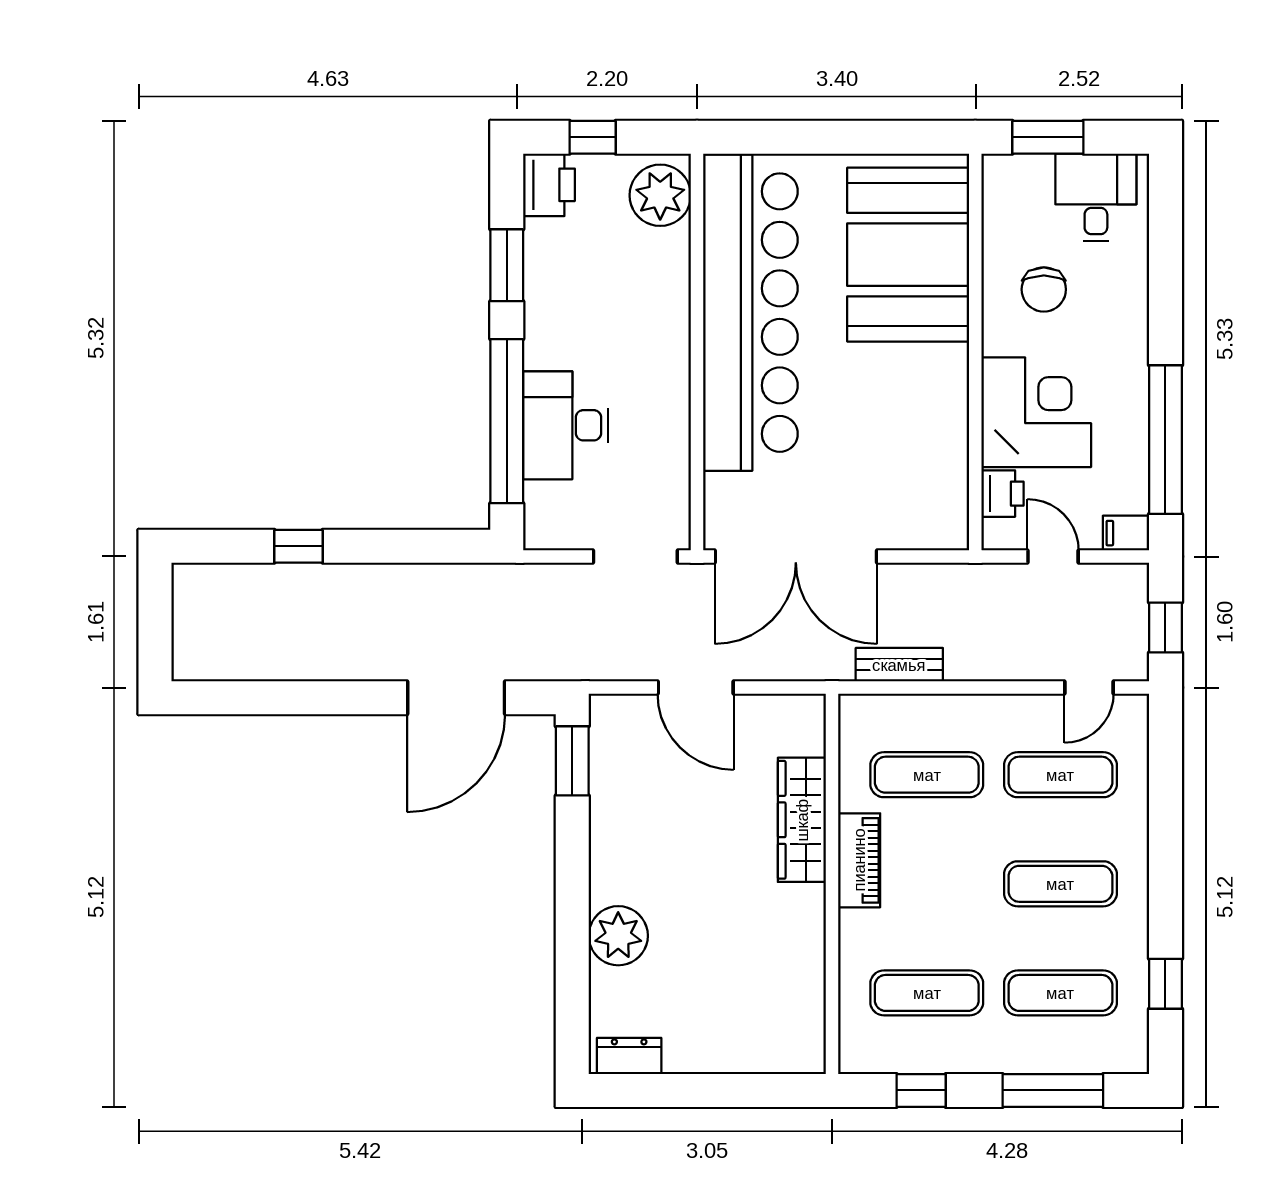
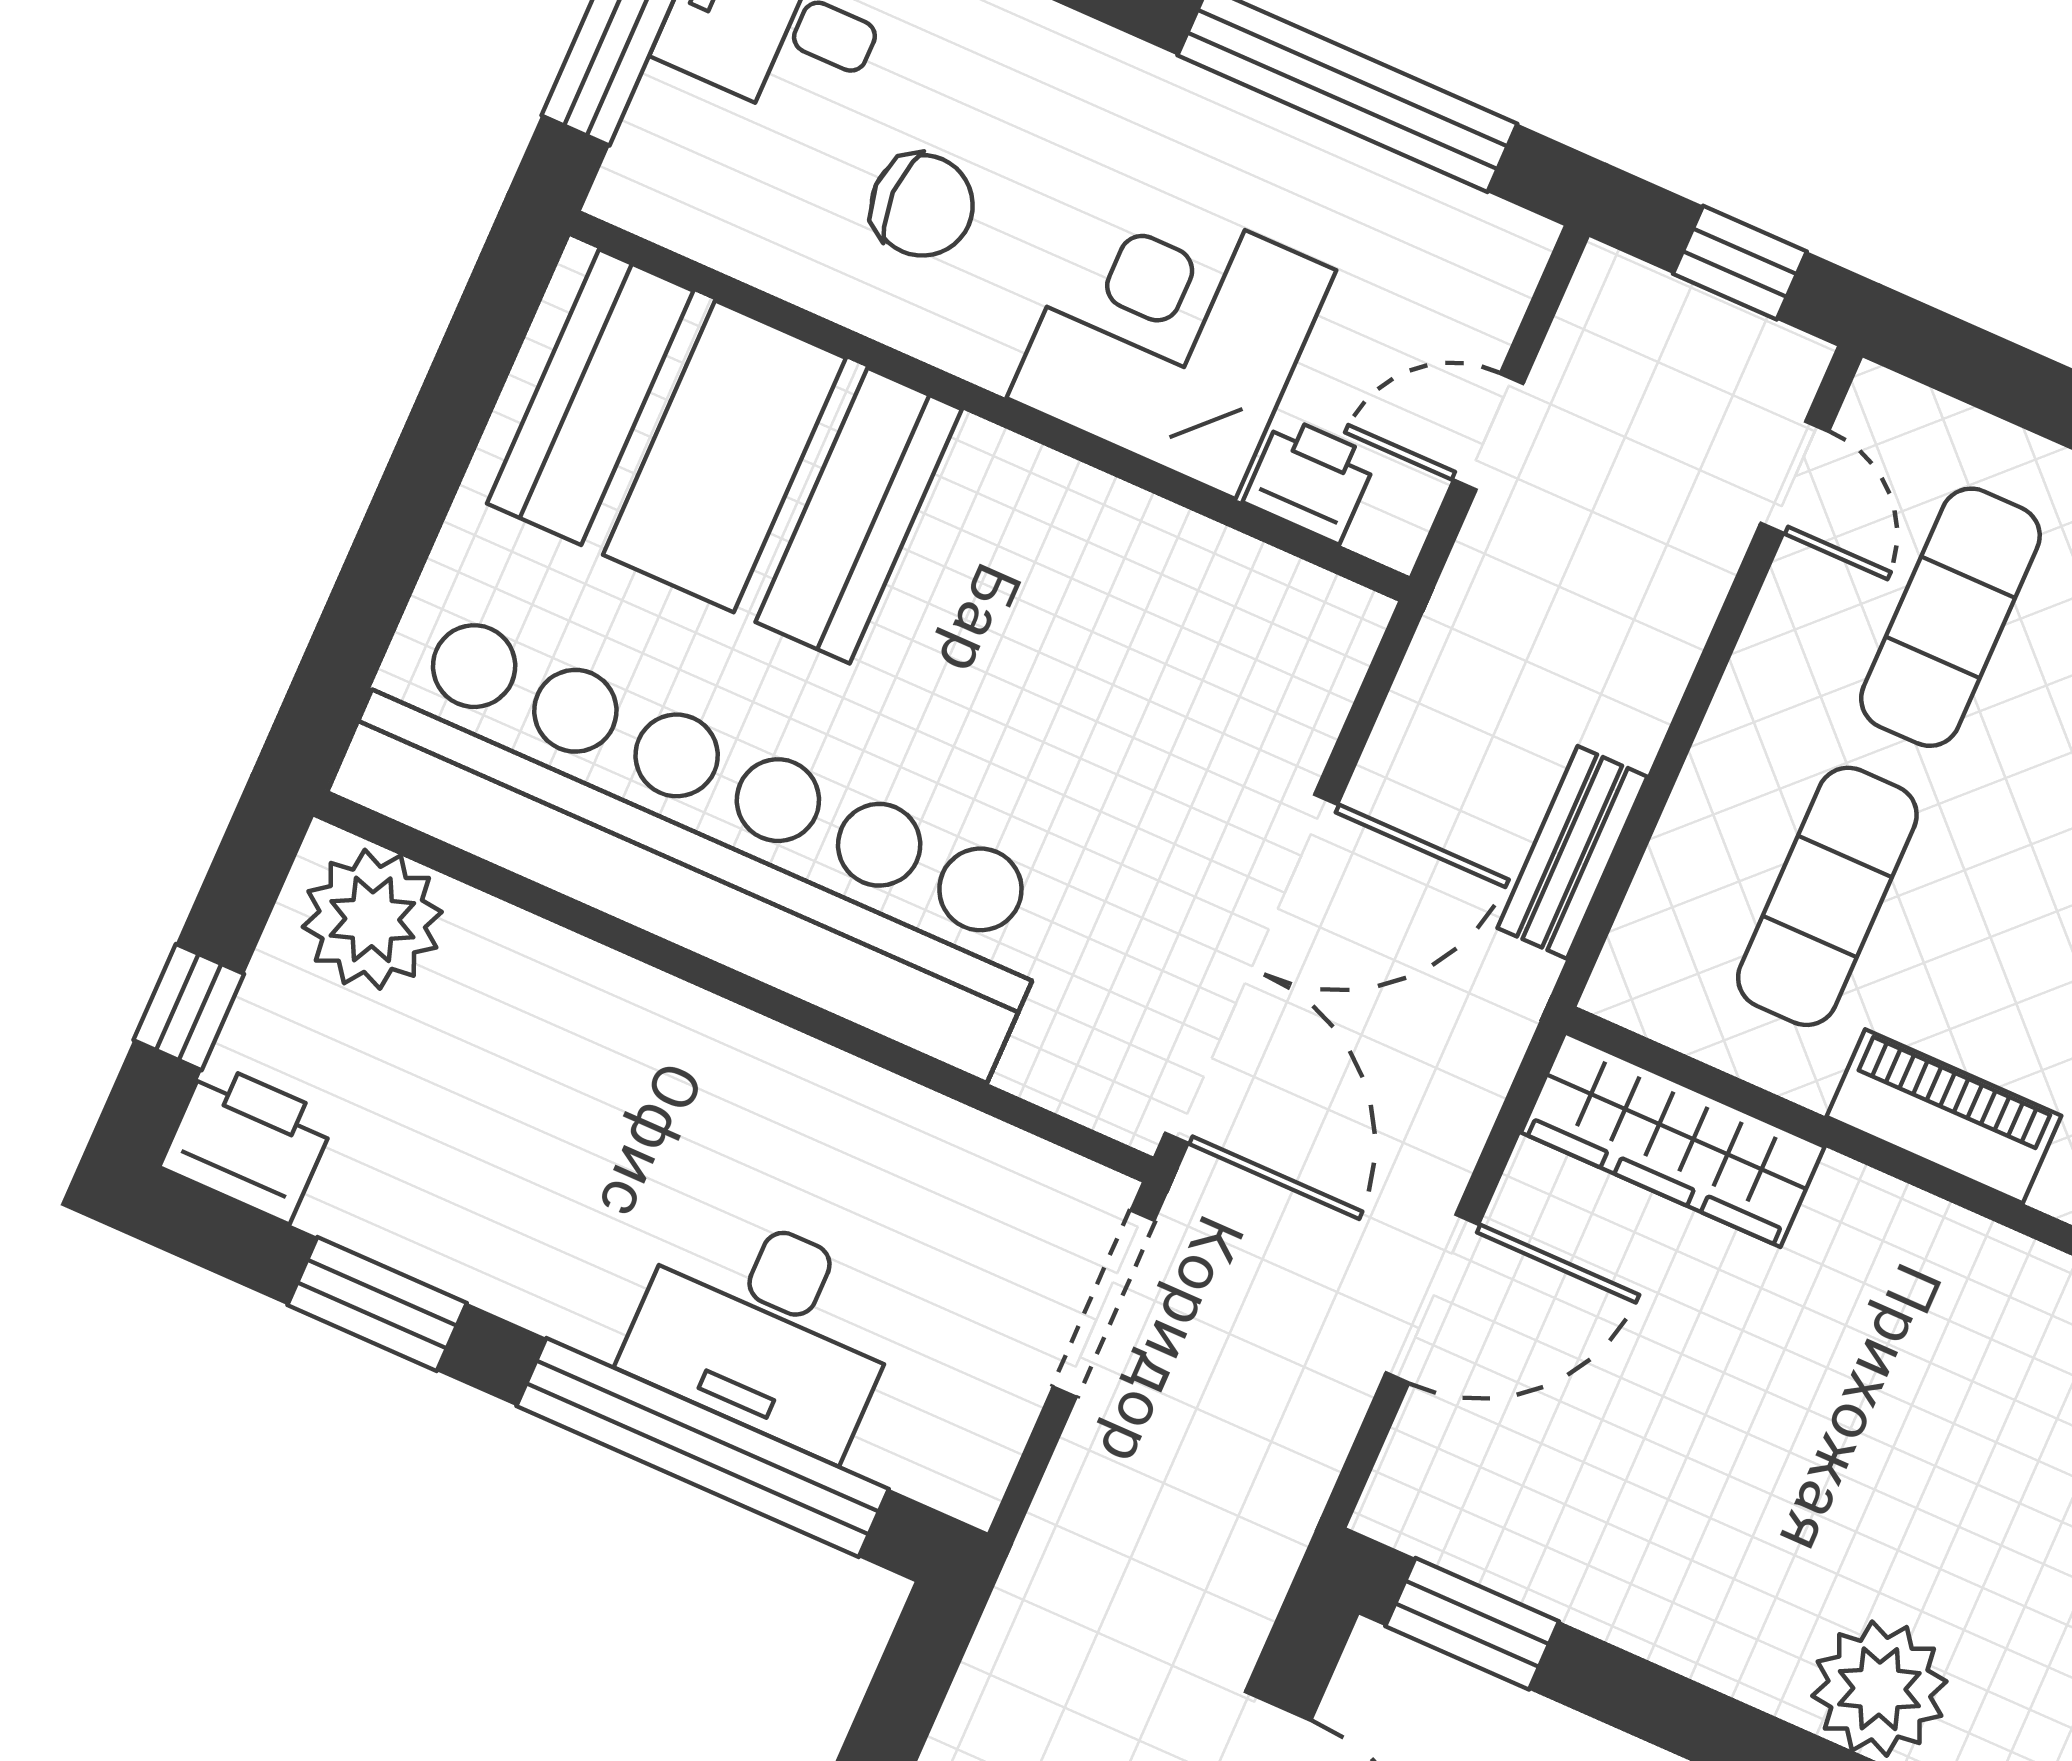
filing cabinet: (1126, 533) -> (1506, 258), removed
wardrobe: (802, 820) -> (1673, 1140), moved

